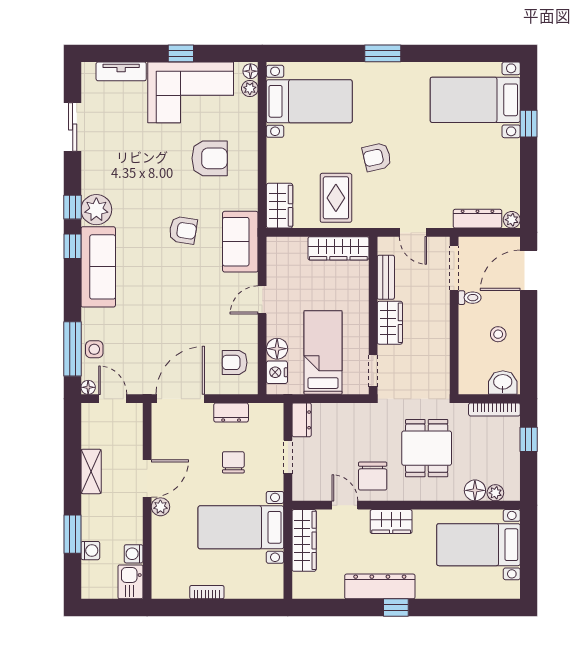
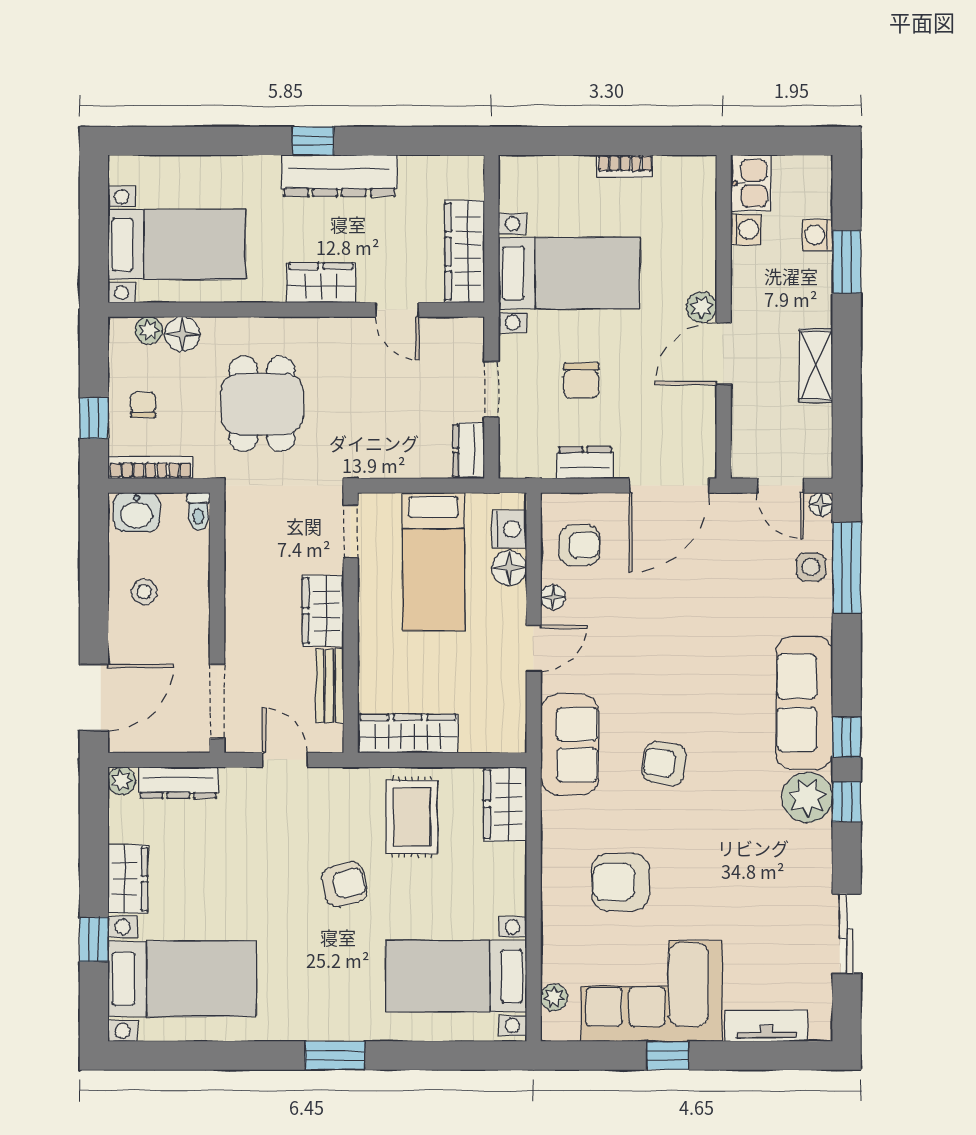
floor lamp: (250, 71) -> (553, 597), moved
wardrobe: (508, 160) -> (128, 879), added
toilet: (470, 298) -> (198, 511), moved, turned -90
chair: (373, 476) -> (143, 405), moved, width x0.54, depth x0.54

